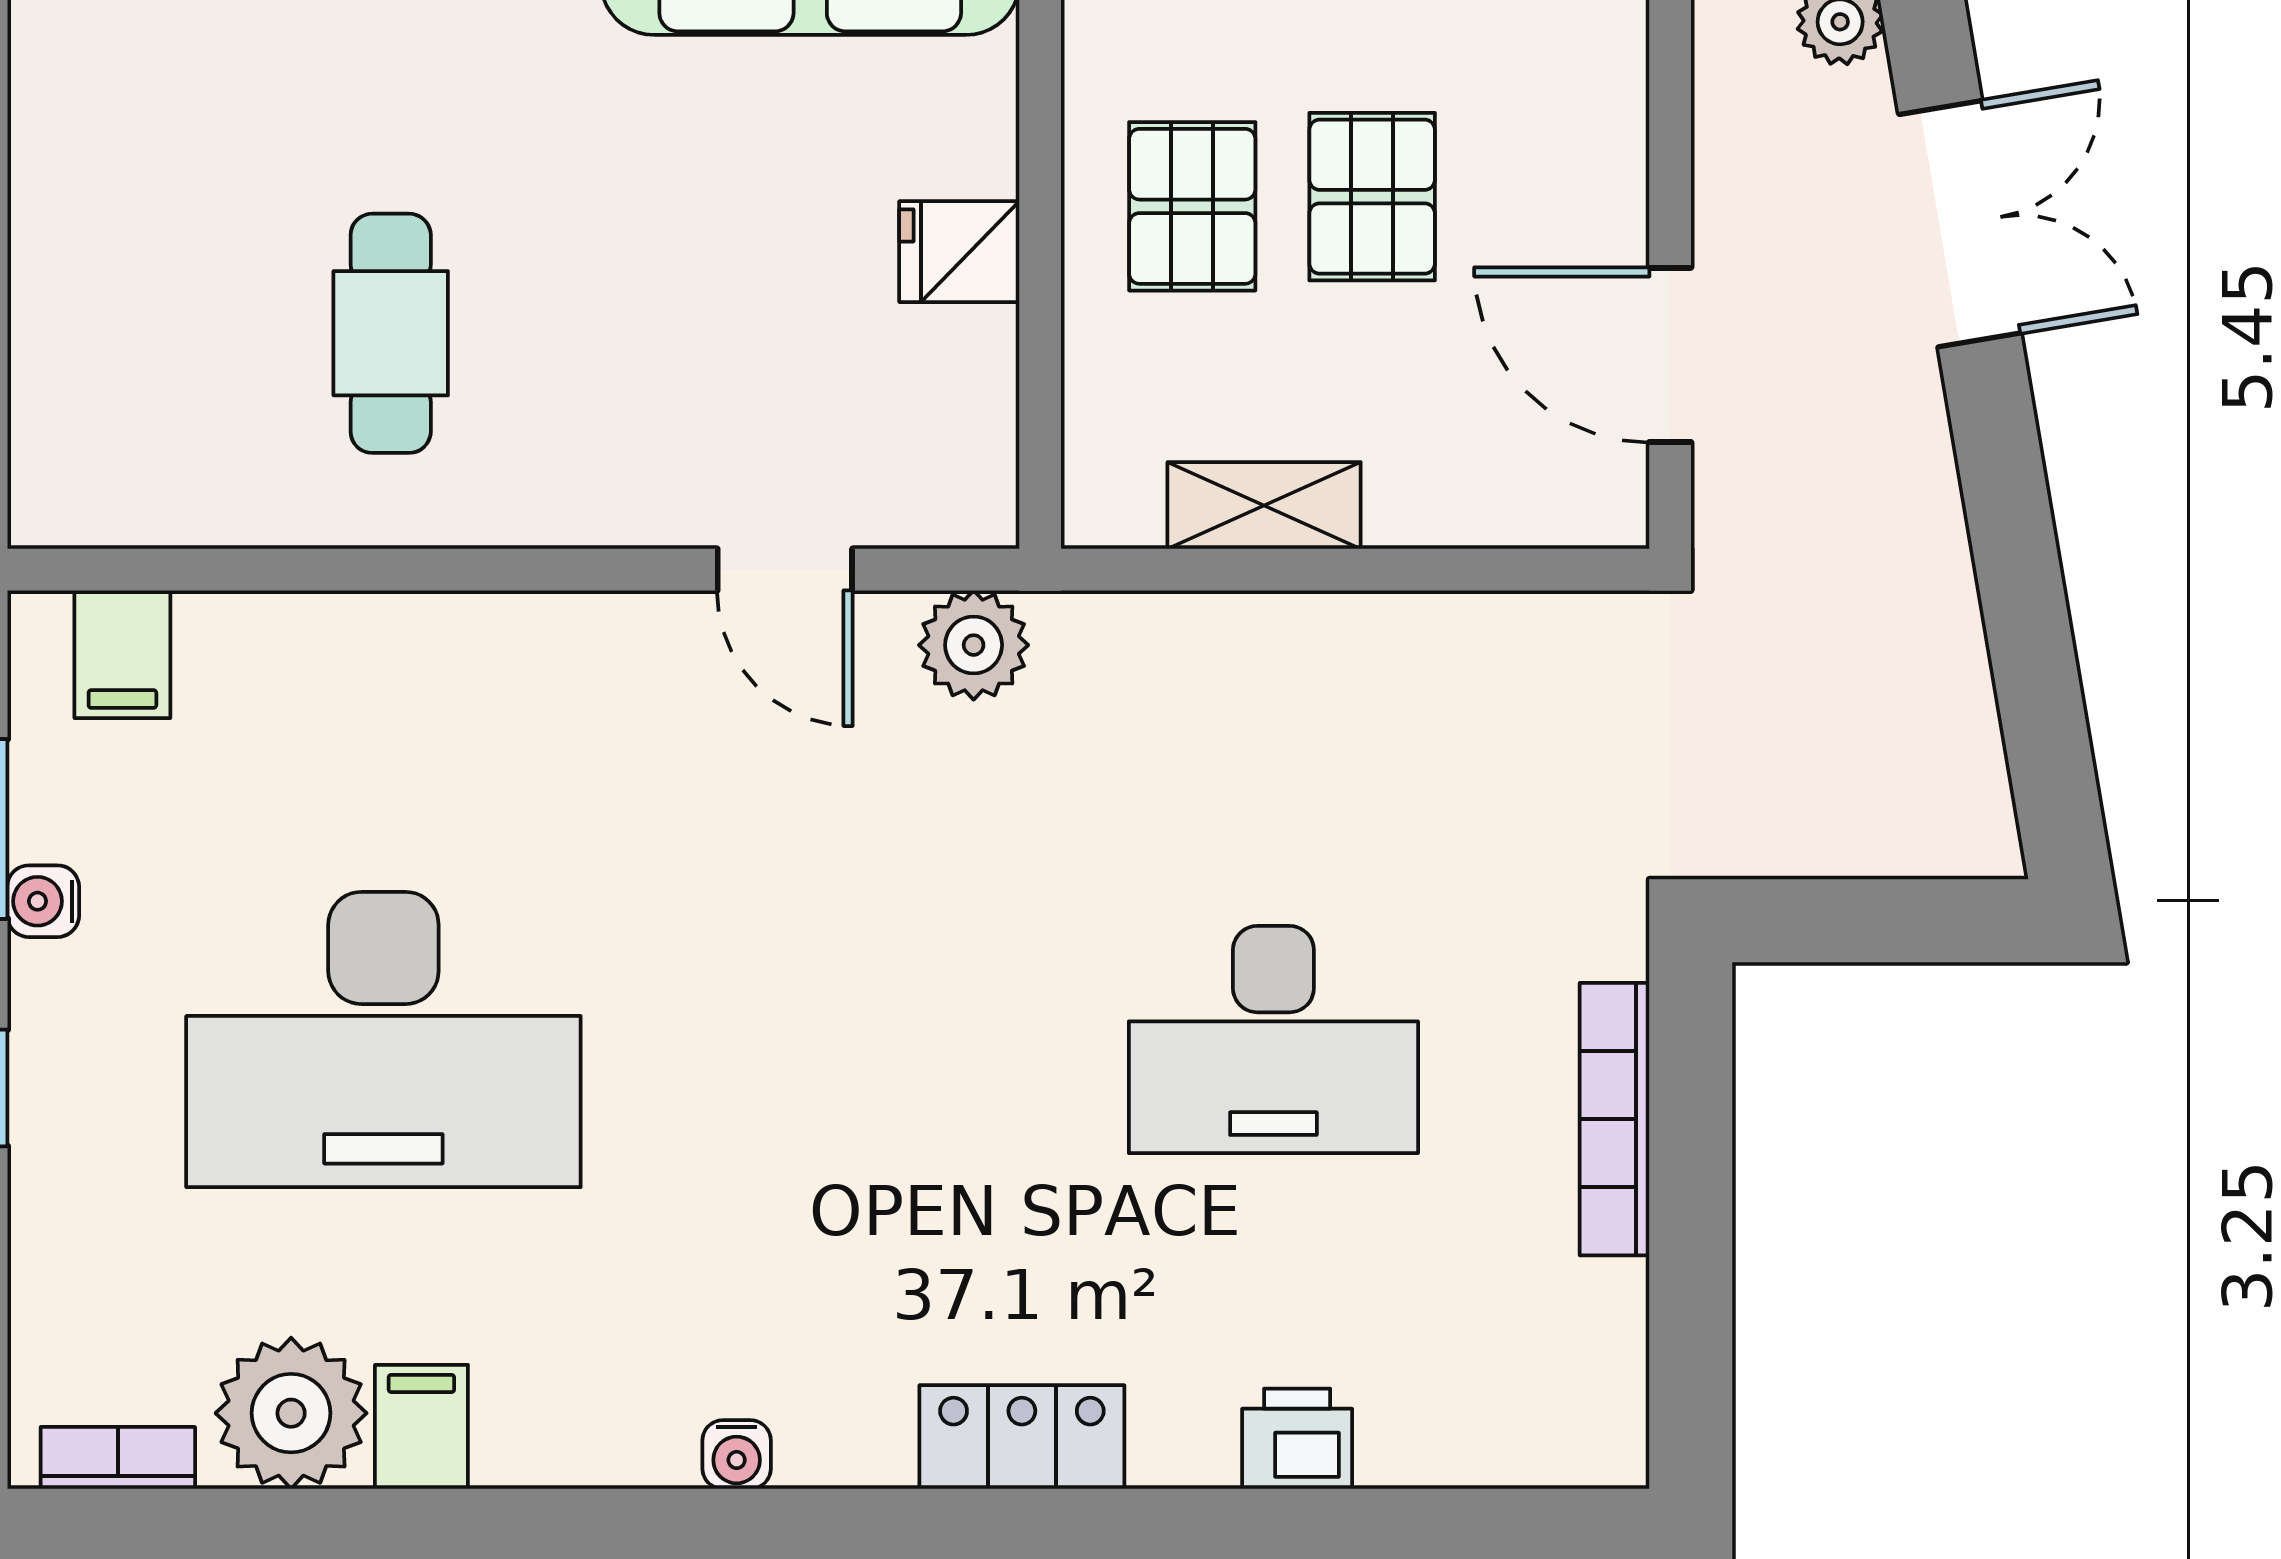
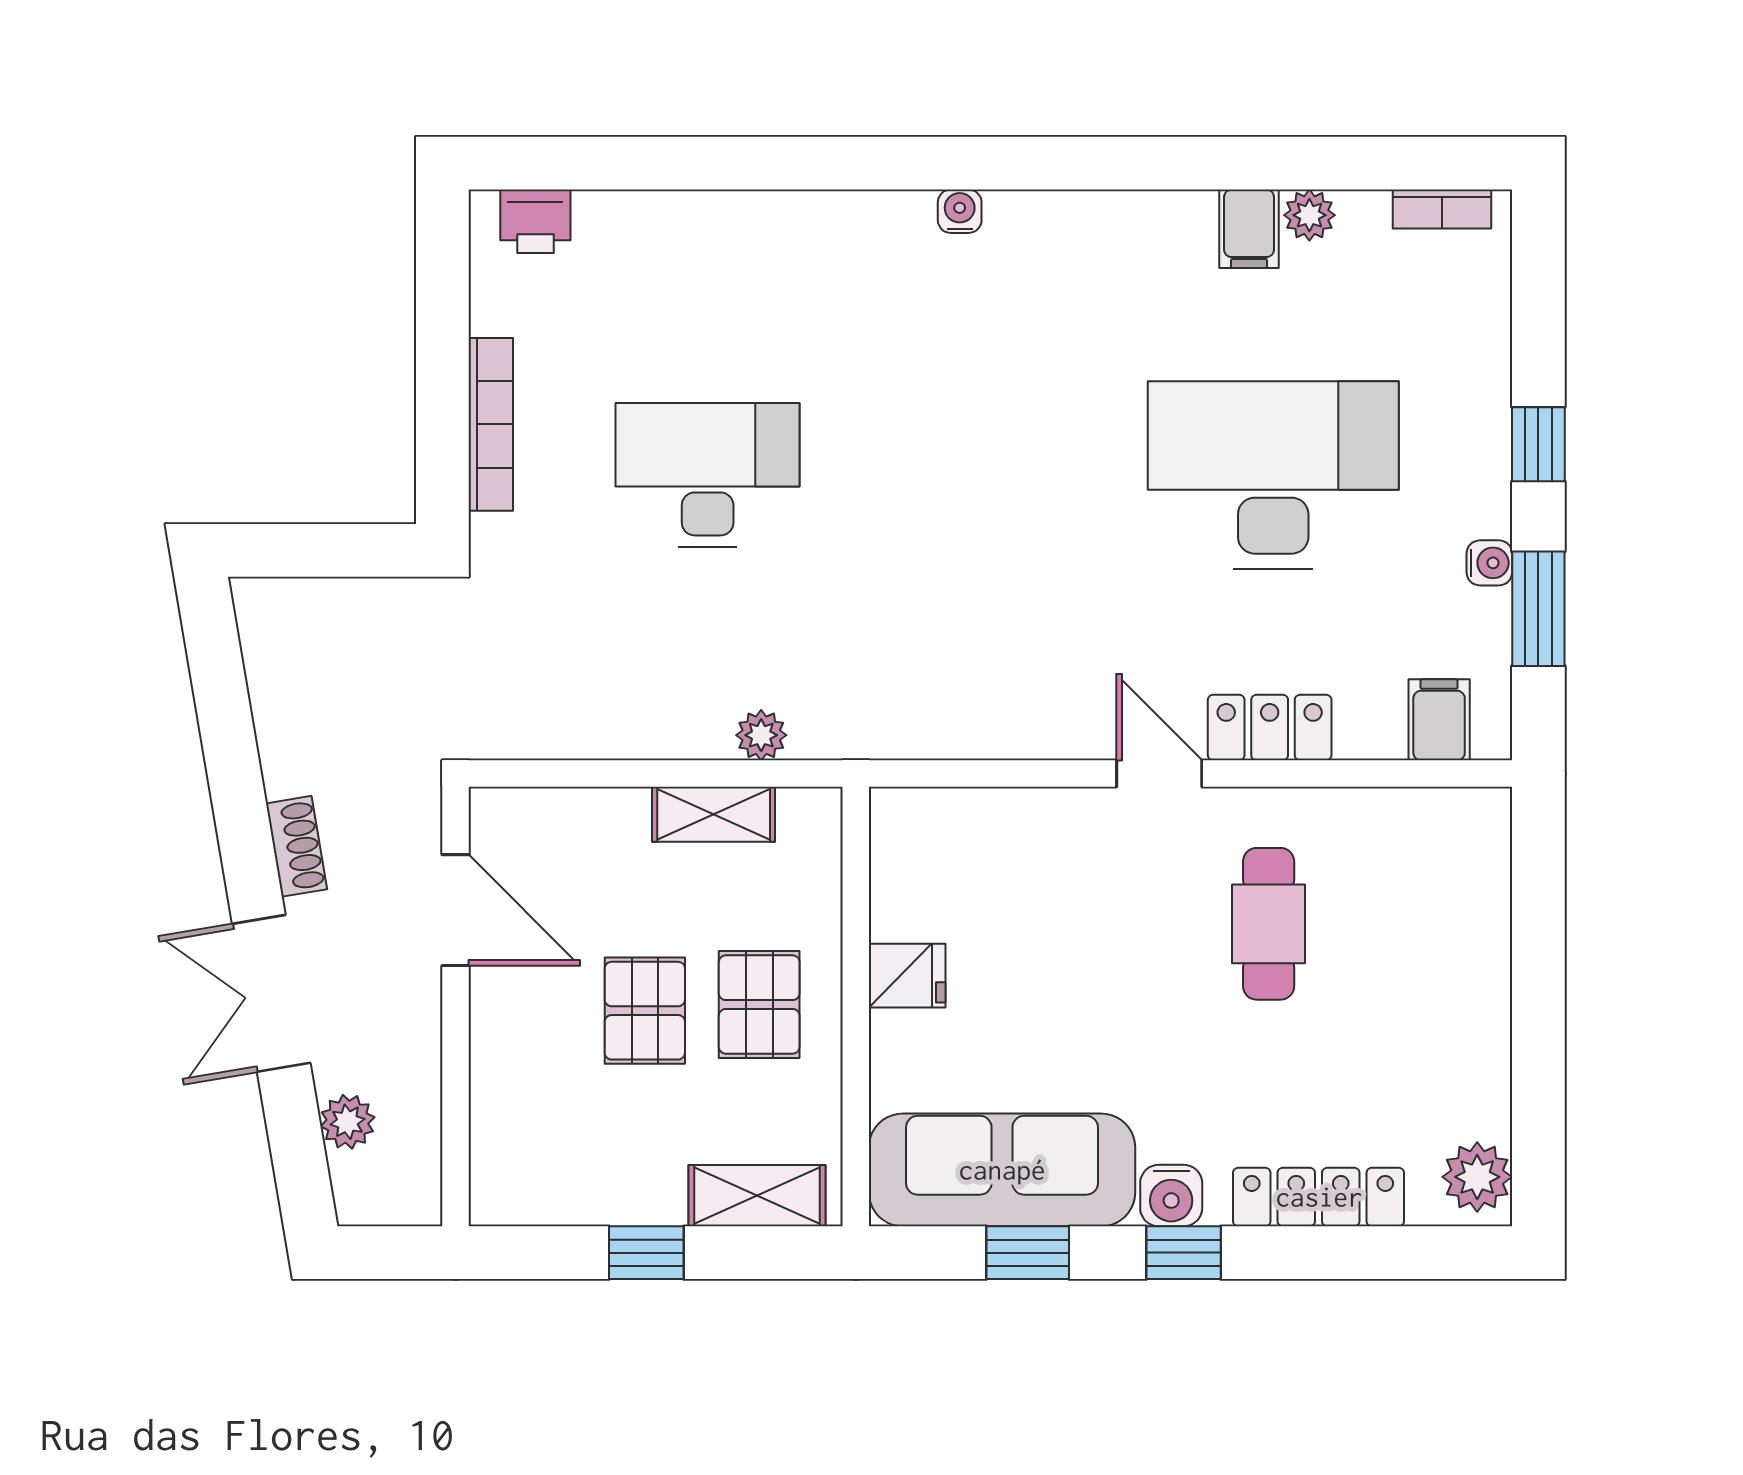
shoe rack: (1920, 455) -> (297, 846), added
door: (785, 570) -> (1159, 774), moved
plant: (974, 645) -> (761, 735), moved, width x0.73, depth x0.73
plant: (291, 1413) -> (1309, 215), width x0.53, depth x0.53
locker: (1022, 1437) -> (1270, 728), moved, turned 180
printer: (1297, 1439) -> (535, 221), moved
water cooler: (737, 1454) -> (960, 211), moved

